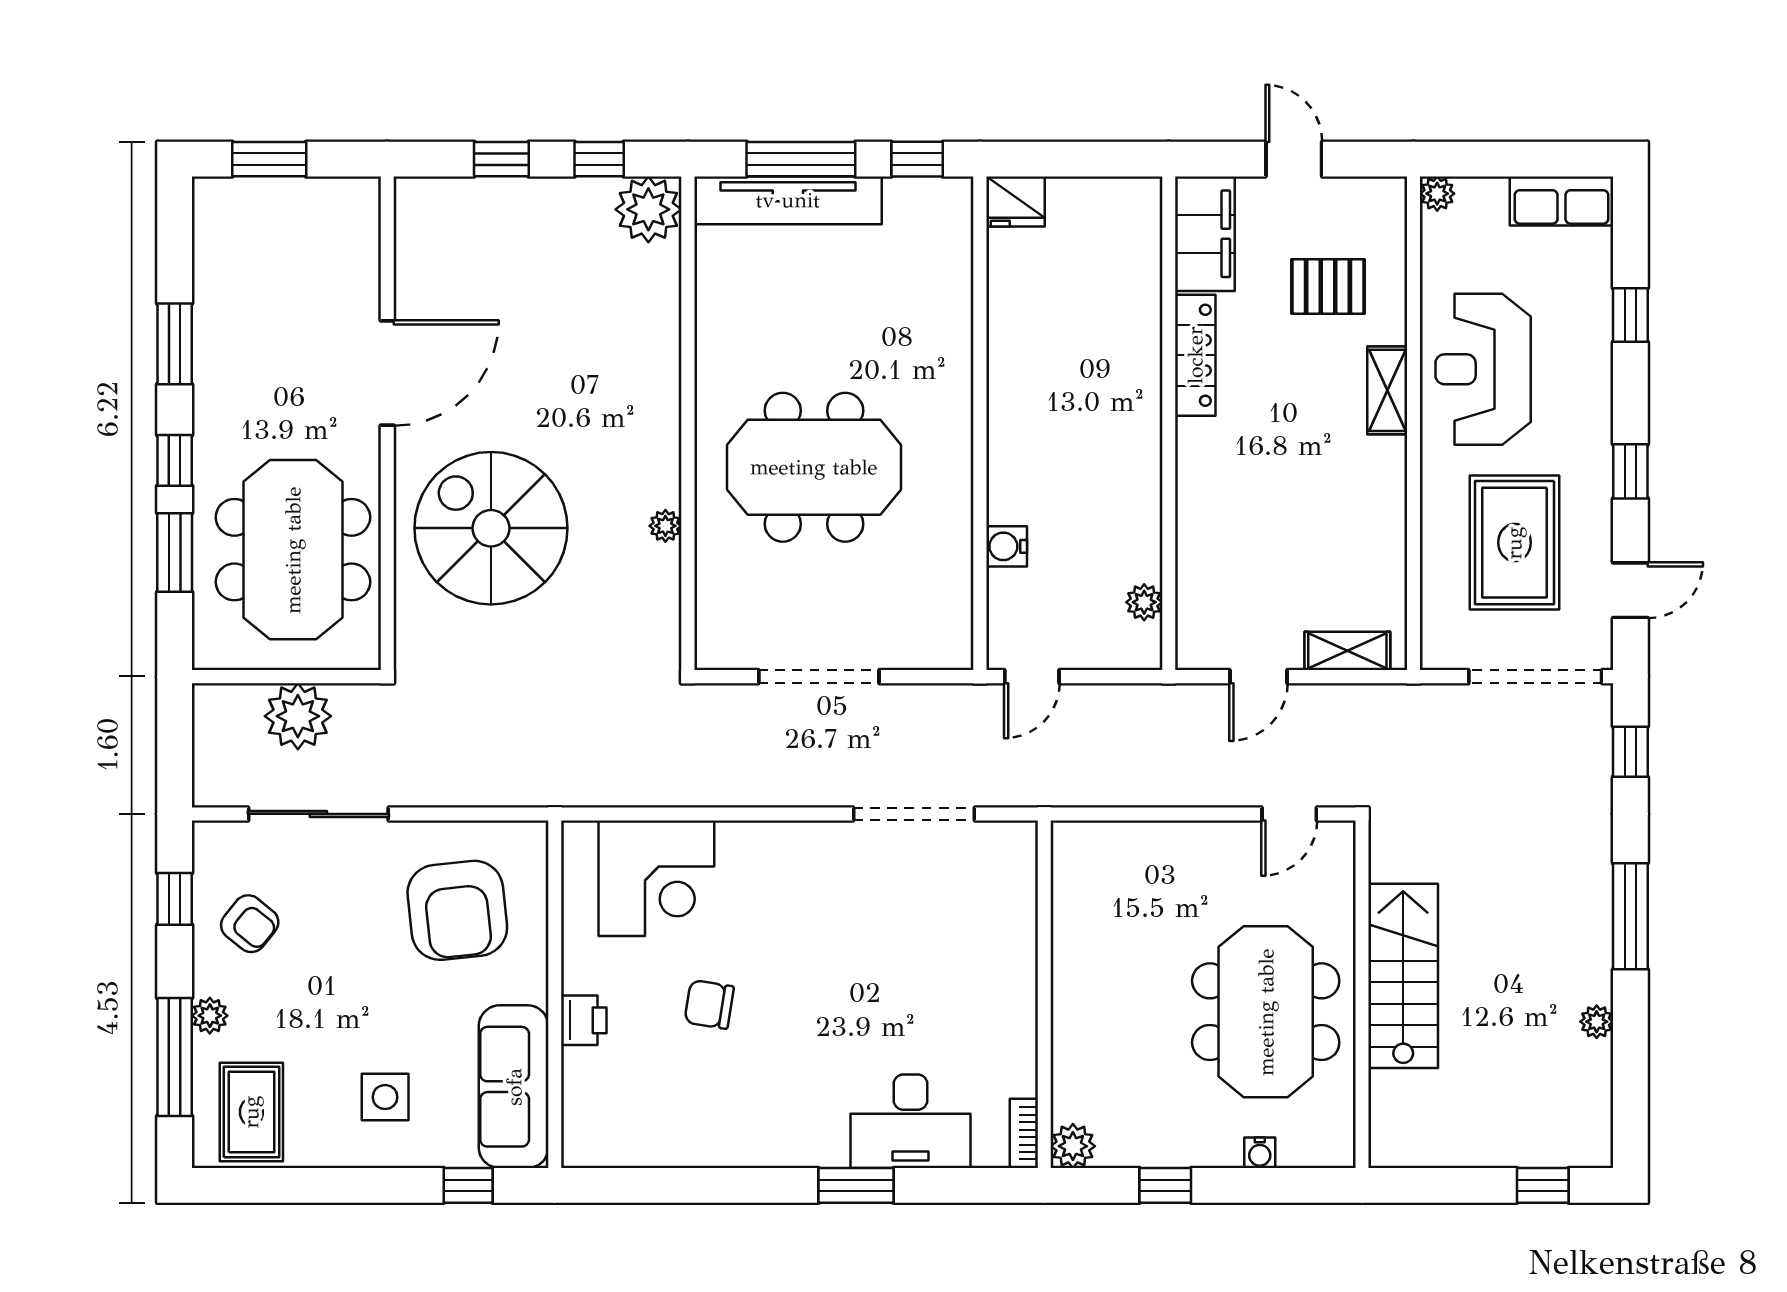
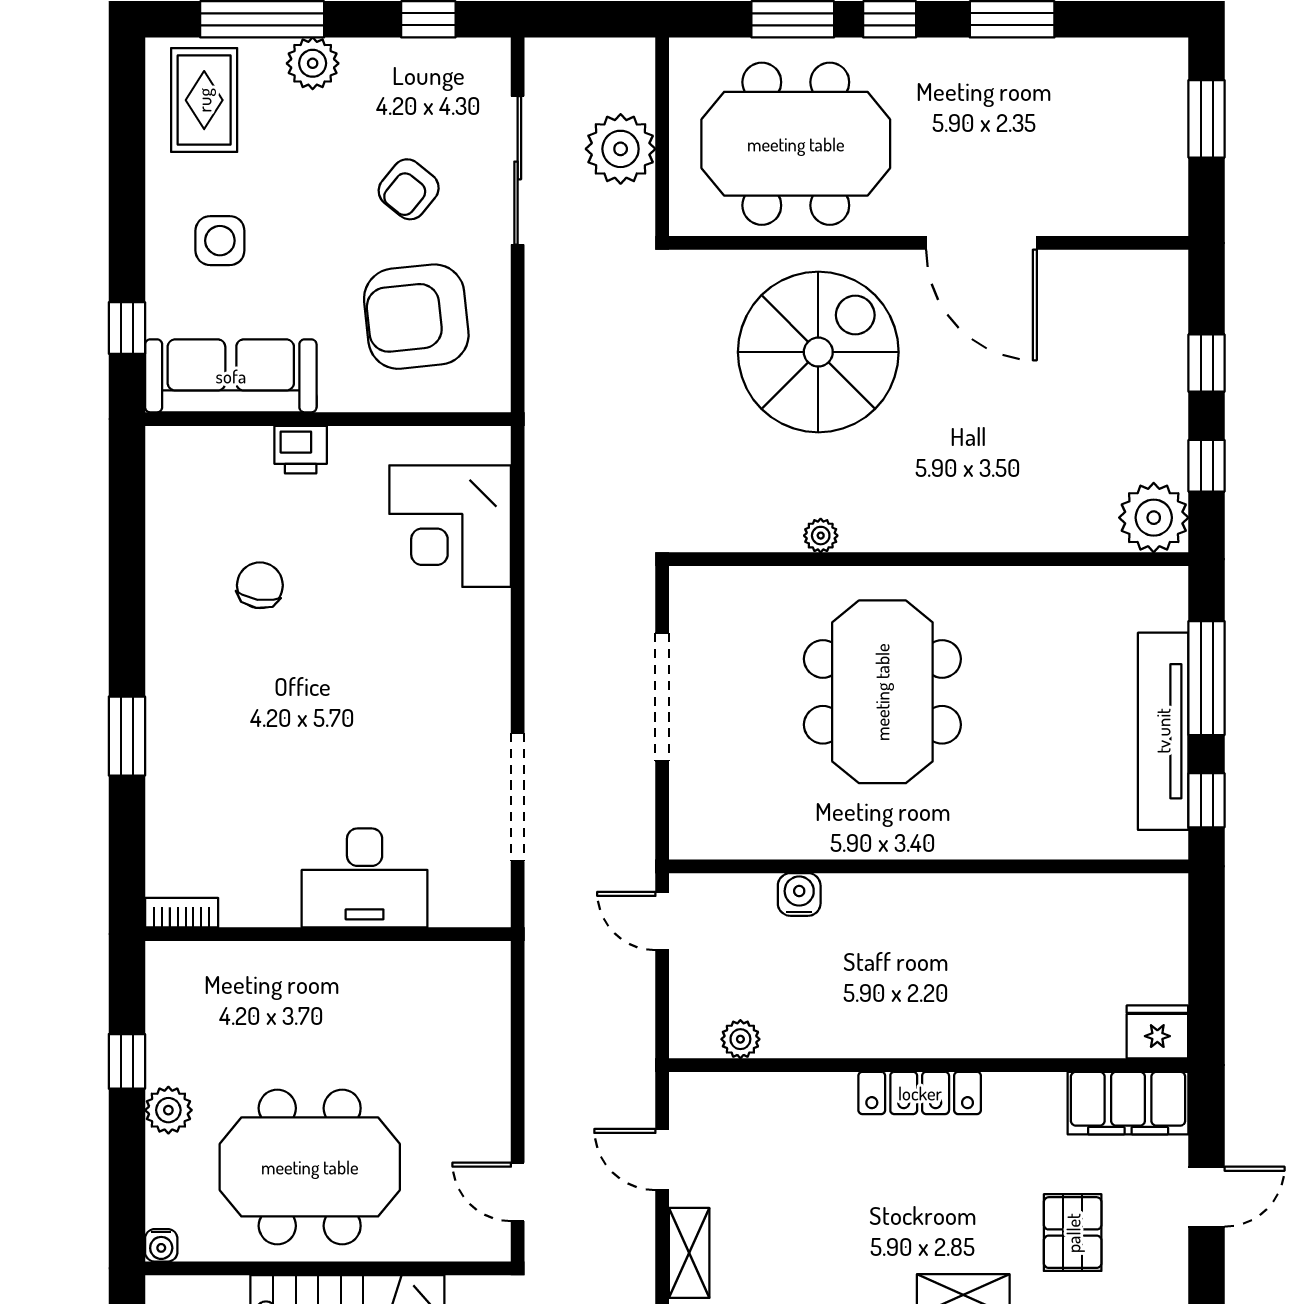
tv unit: (788, 200) -> (1163, 731), moved
fridge: (1015, 201) -> (1157, 1032), moved, turned 90
locker: (1195, 355) -> (920, 1093), moved
armchair: (250, 924) -> (409, 189), moved
chair: (709, 1004) -> (260, 585), moved
plant: (210, 1016) -> (313, 63), width x1.38, depth x1.38
rug: (251, 1112) -> (204, 100), turned 90
desk: (910, 1121) -> (365, 878), moved, turned -90
plant: (1073, 1146) -> (168, 1110), moved
water cooler: (1260, 1153) -> (161, 1245), moved, turned -90

